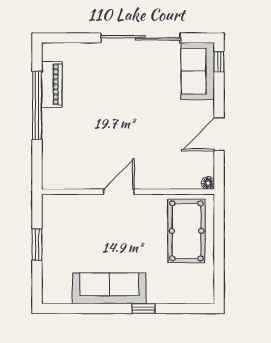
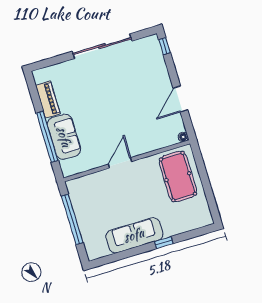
sofa: (198, 71) -> (64, 137), moved, turned 180
window: (37, 105) -> (47, 137), moved
window: (37, 245) -> (72, 219), width x2.11

